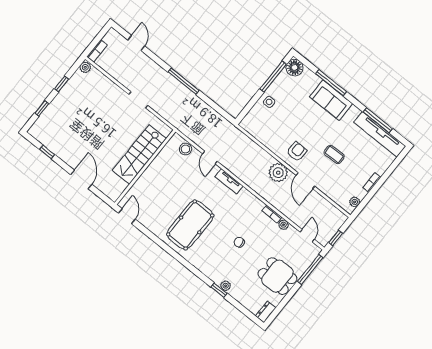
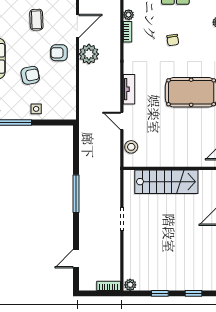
armchair: (297, 117) -> (30, 75), added
door: (210, 158) -> (122, 121), swing flipped

